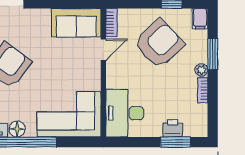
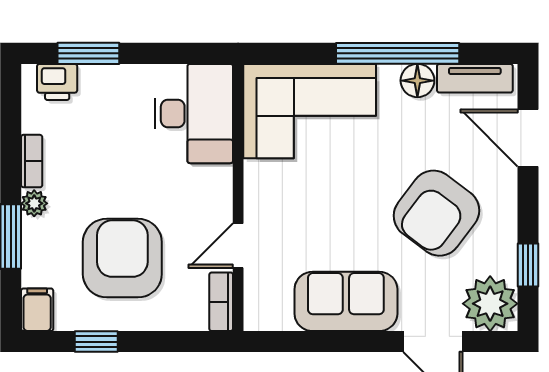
sofa: (76, 23) -> (346, 301), moved
armchair: (159, 44) -> (122, 258), turned 133
printer: (173, 128) -> (57, 82), moved

